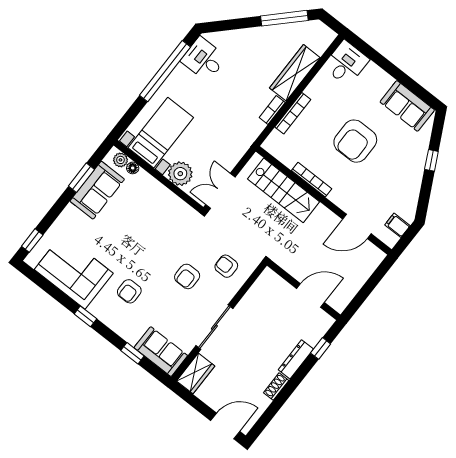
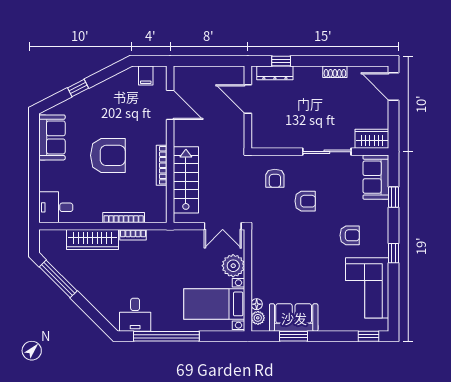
dresser: (296, 359) -> (275, 73), moved

